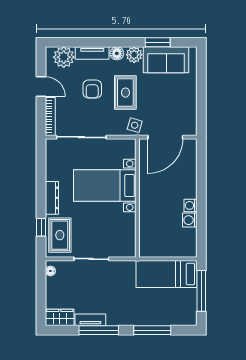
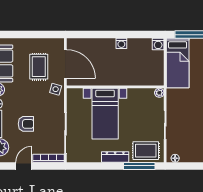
rug: (125, 93) -> (39, 67), moved, turned 90
washing machine: (190, 220) -> (158, 44), moved
window: (41, 227) -> (139, 166), width x2.17
plant: (130, 252) -> (159, 93), added

